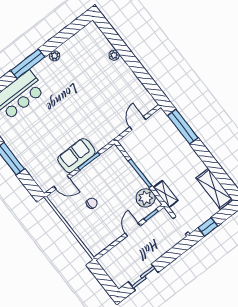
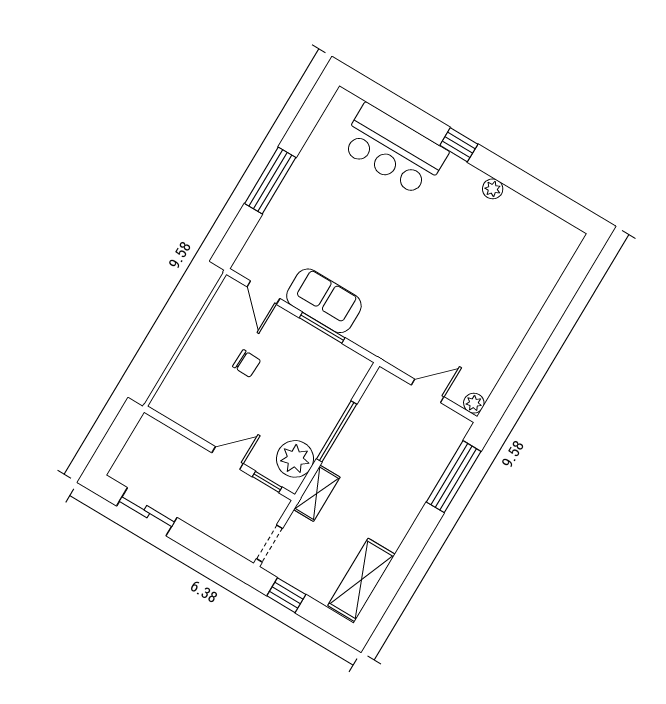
plant: (114, 55) -> (474, 403), moved
window: (28, 64) -> (459, 145), width x0.46

